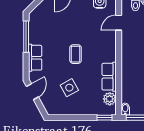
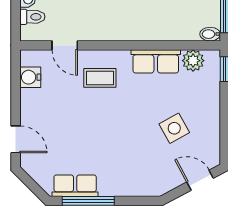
coffee table: (76, 54) -> (100, 78), moved
row of seats: (35, 58) -> (75, 186), moved
door: (32, 92) -> (200, 180), moved

